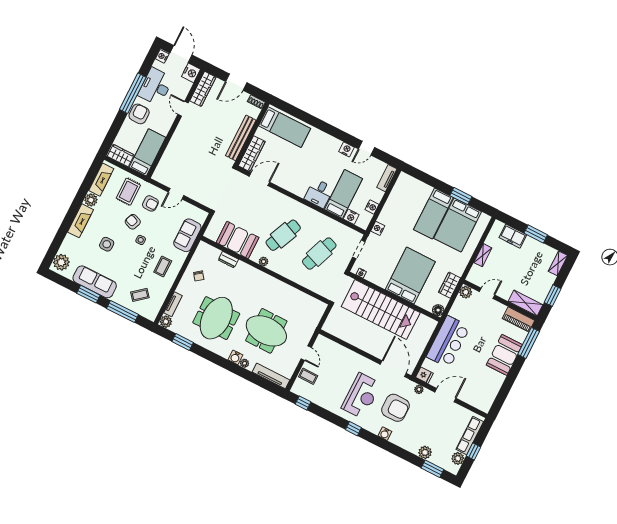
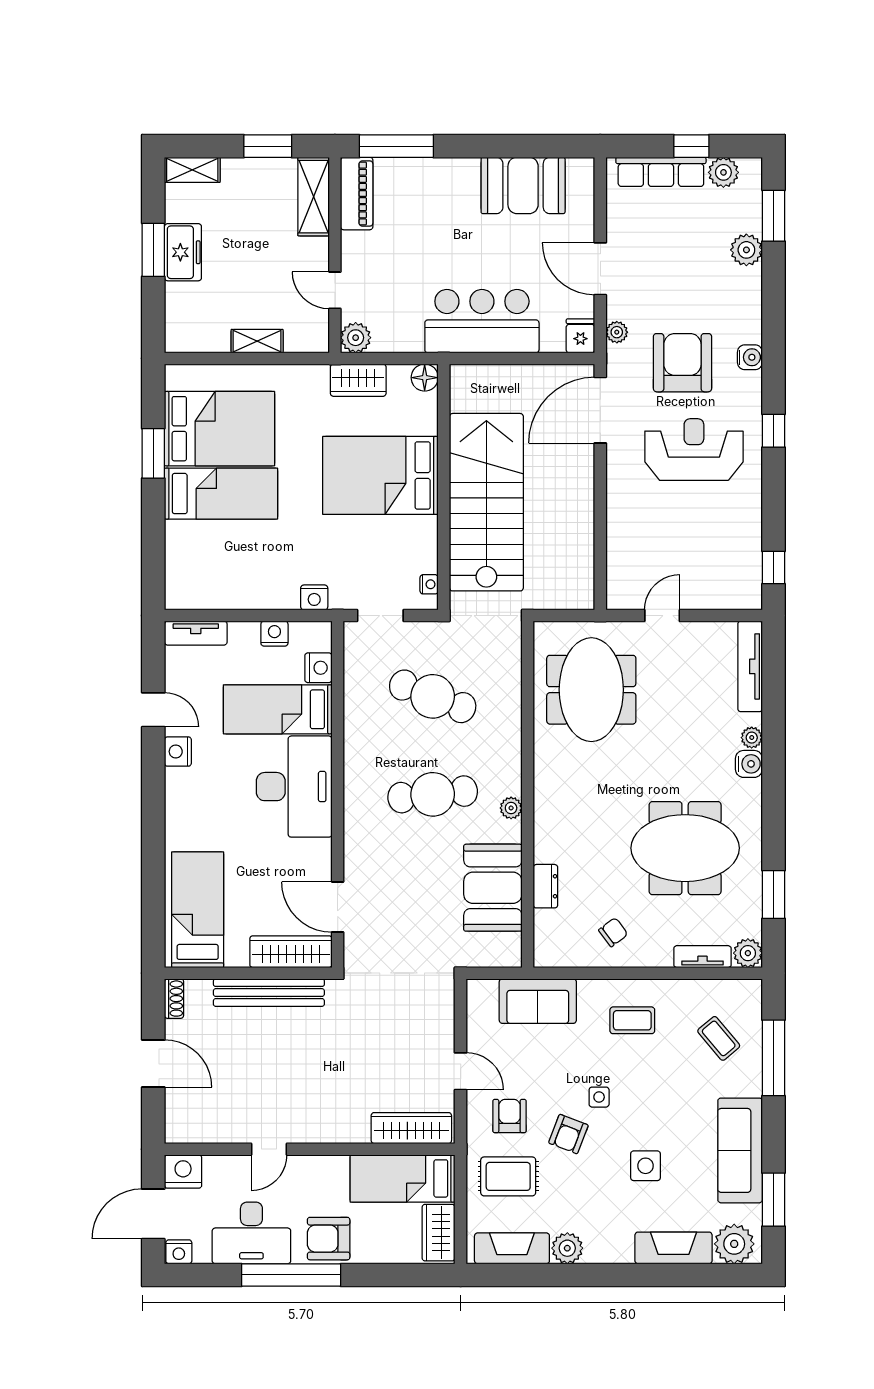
wardrobe: (203, 89) -> (411, 1128), moved
desk: (319, 193) -> (294, 787), width x1.87, depth x1.30
fireplace: (81, 221) -> (674, 1248), moved
cafe table: (283, 235) -> (433, 794), turned -30
freezer: (513, 236) -> (183, 252), moved
window: (88, 294) -> (774, 1200), moved
meeting table: (266, 331) -> (591, 690), moved
booth: (504, 355) -> (523, 185), moved
coffee table: (308, 376) -> (710, 586), removed

